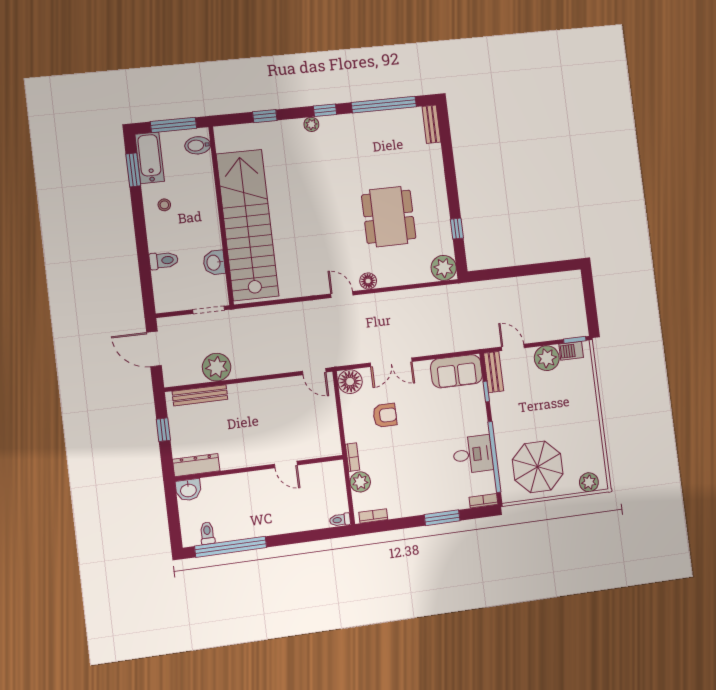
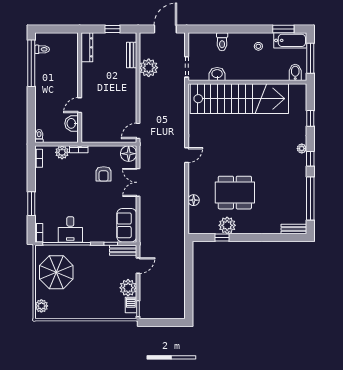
plant: (444, 268) -> (227, 225), moved
floor lamp: (368, 281) -> (194, 200), moved
bench: (200, 395) -> (132, 55), width x0.73
washbasin: (188, 490) -> (72, 123), moved

